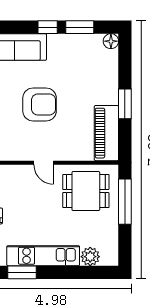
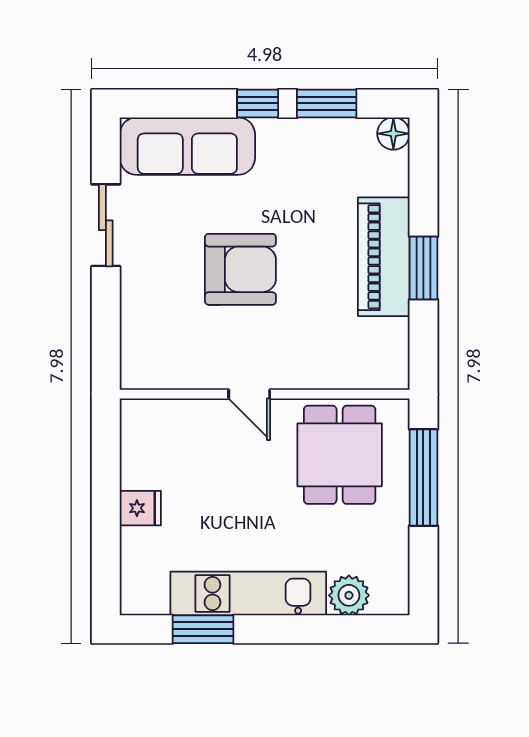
piano: (106, 133) -> (384, 257), moved
dining table: (86, 191) -> (340, 455), turned 90

